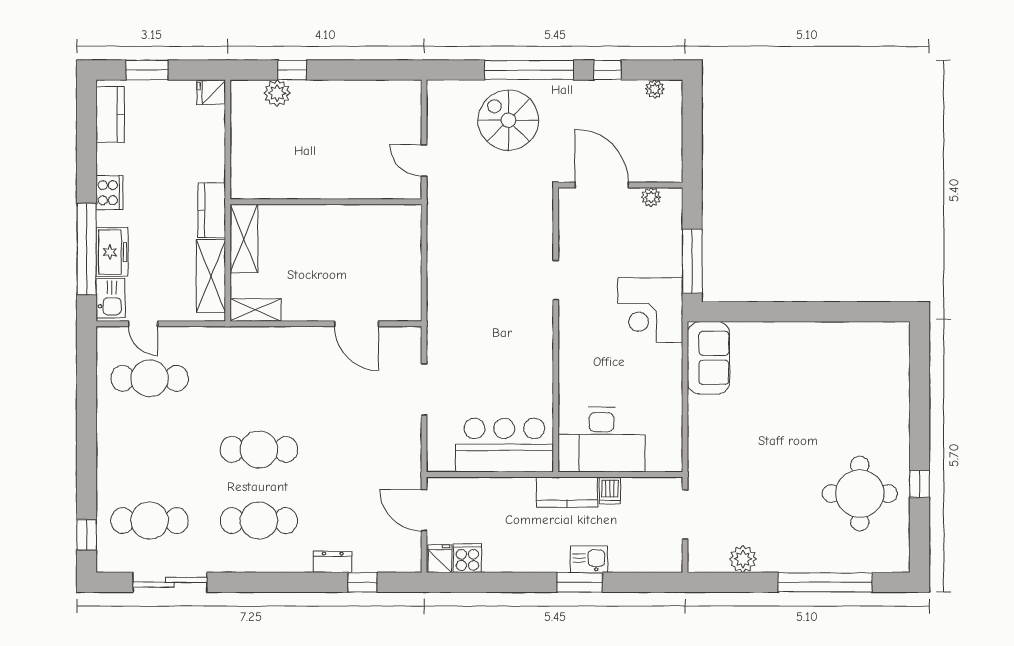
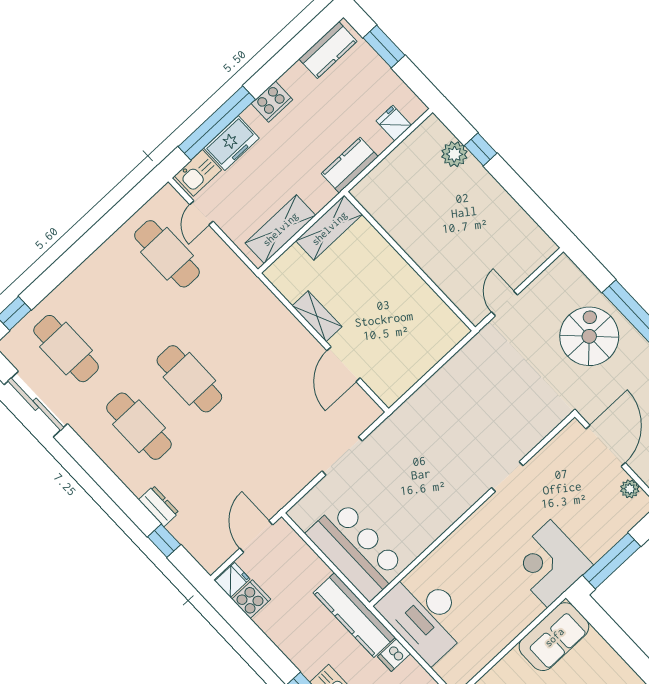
fridge: (211, 92) -> (394, 123), moved
kitchen counter: (212, 210) -> (350, 165), moved
shelving: (256, 310) -> (317, 316), moved
kitchen counter: (567, 492) -> (354, 615), width x1.50

